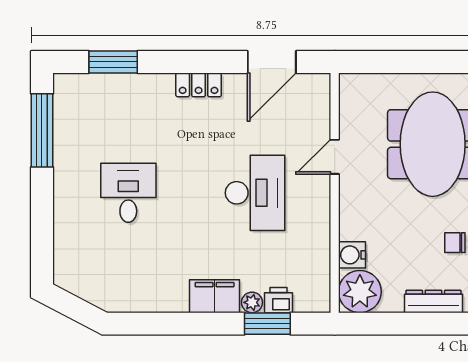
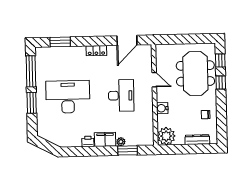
door: (335, 157) -> (154, 80), swing flipped
desk: (128, 193) -> (68, 97), width x1.87, depth x1.30
window: (42, 205) -> (32, 103), added
water cooler: (352, 255) -> (162, 108), moved
printer: (278, 300) -> (88, 141), moved

